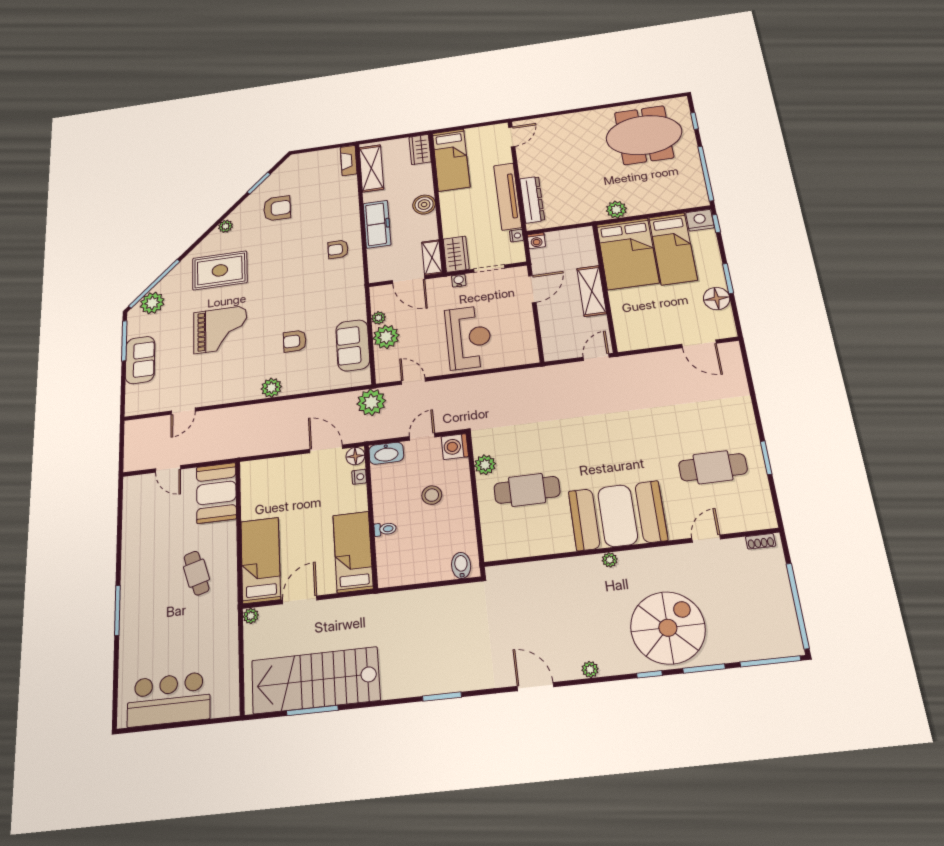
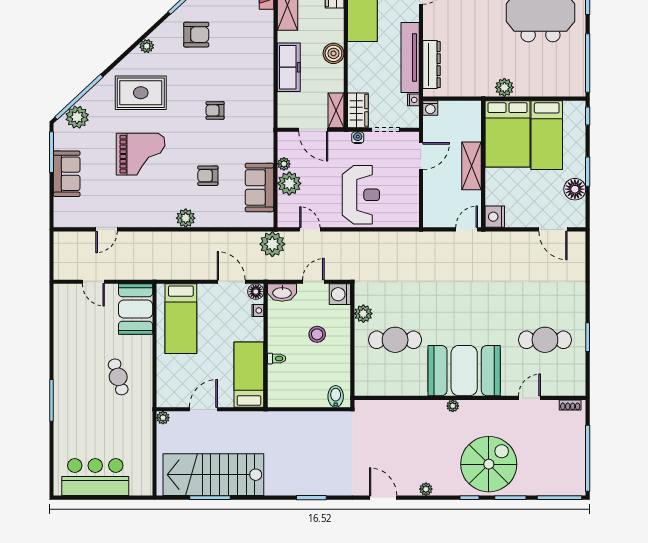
nightstand: (700, 220) -> (495, 217), moved, turned -90
armchair: (338, 249) -> (215, 110), moved
bed: (261, 560) -> (181, 319), moved, turned 180

